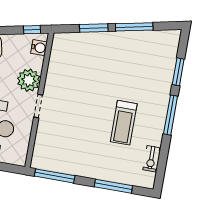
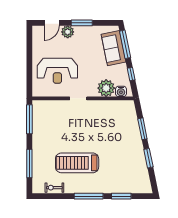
window: (134, 27) -> (148, 158), width x0.69
window: (32, 30) -> (131, 74), moved
plant: (29, 80) -> (106, 88), moved
treadmill: (124, 123) -> (77, 163), width x1.37, depth x1.38

